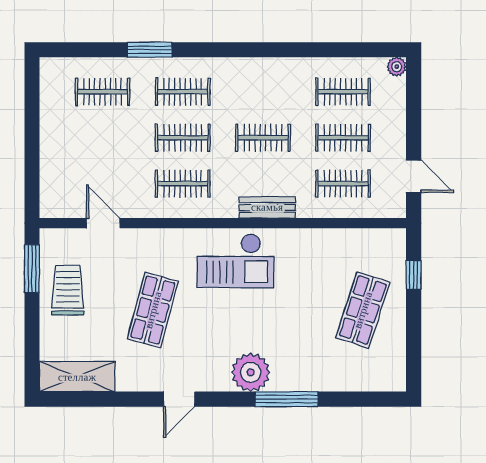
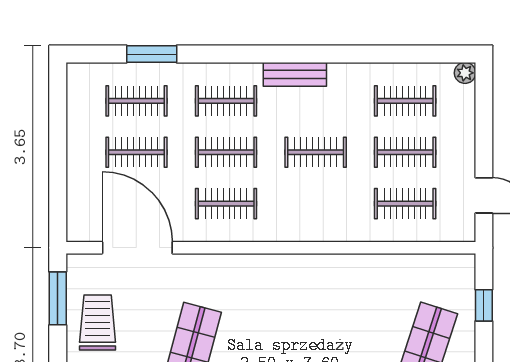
window: (150, 50) -> (152, 54), moved
clothes rail: (103, 138) -> (136, 152), added
bench: (267, 207) -> (295, 74), moved
door: (103, 223) -> (137, 248), width x1.88
checkout: (235, 261) -> (285, 290), removed

